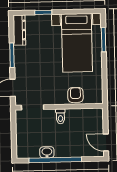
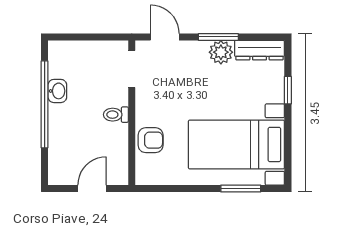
plant: (21, 54) -> (221, 52), added
door: (106, 143) -> (92, 189), moved

